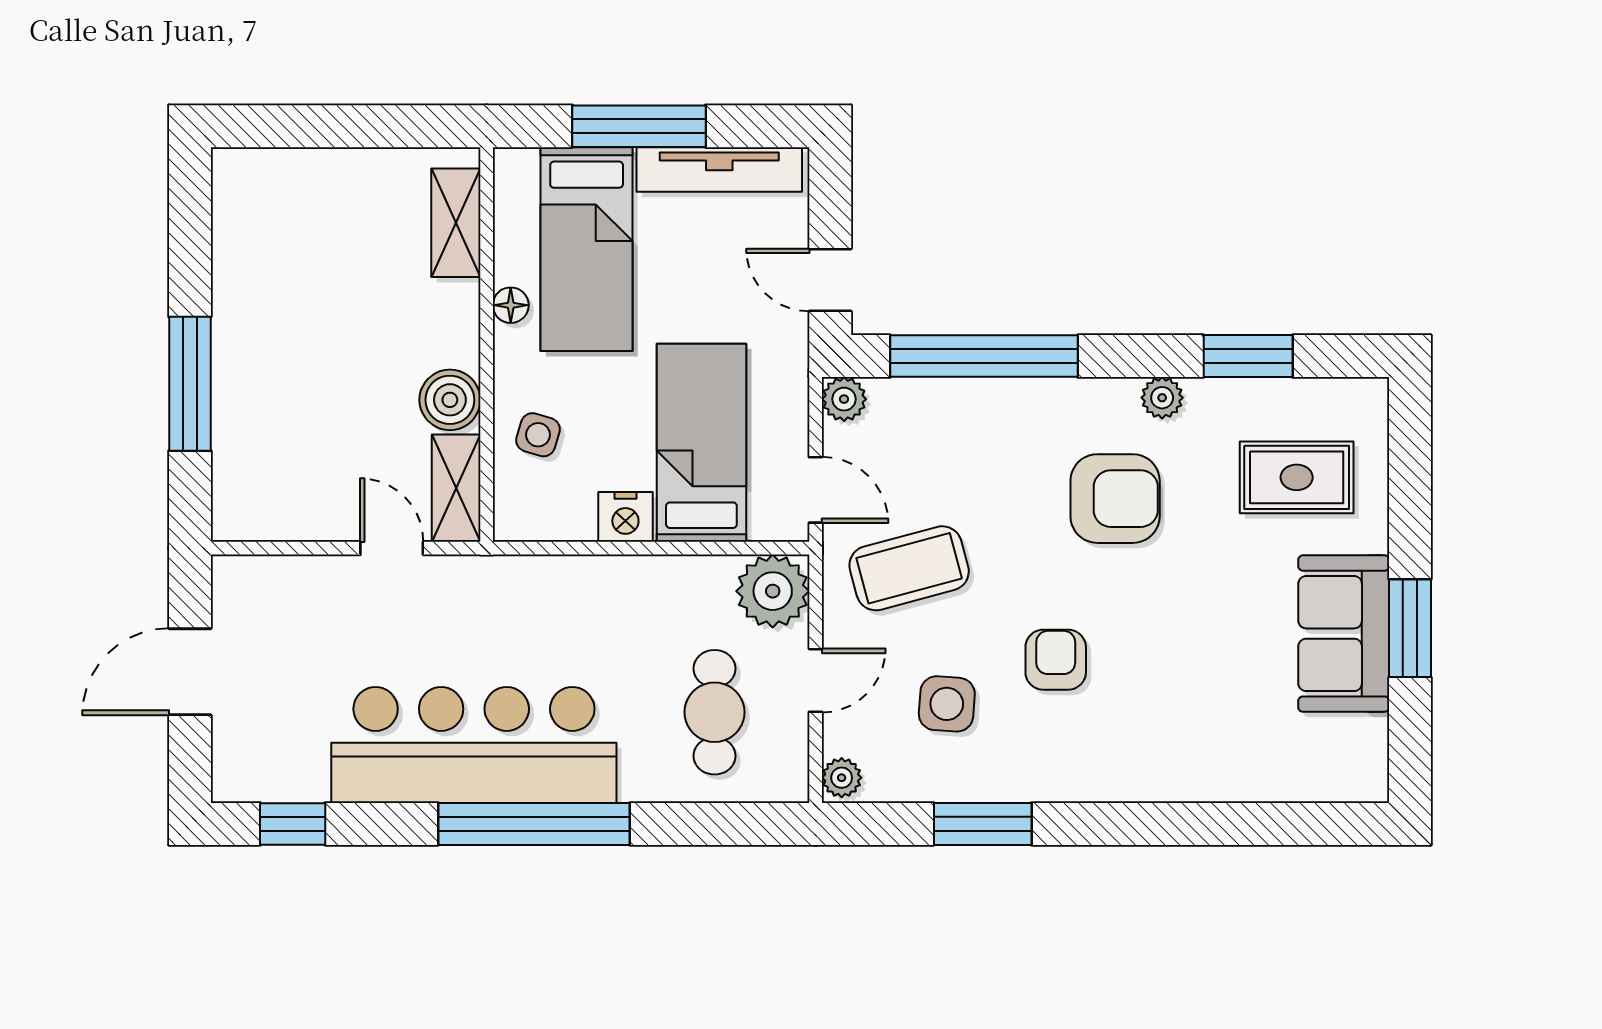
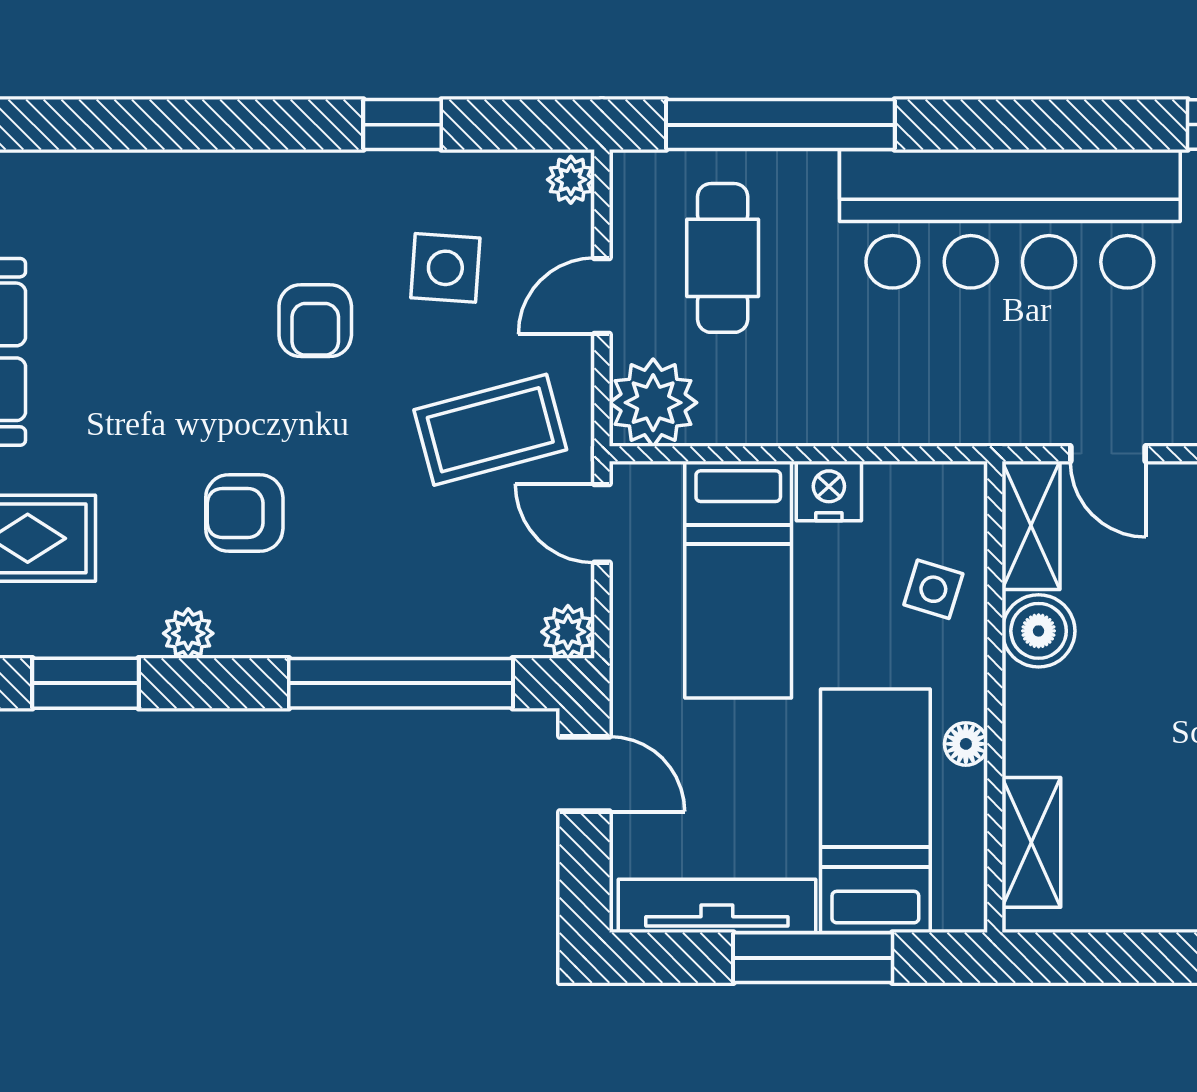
armchair: (1115, 499) -> (244, 513), width x0.72, depth x0.72
window: (534, 824) -> (780, 125), moved
window: (983, 824) -> (402, 125), width x0.67

